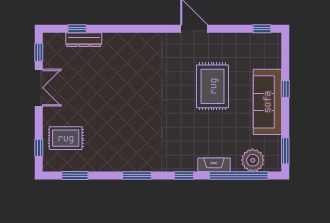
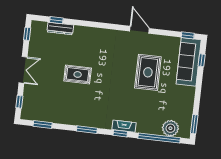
double door: (39, 88) -> (23, 70), moved
window: (285, 89) -> (202, 60), moved
sofa: (267, 102) -> (189, 62), moved
rug: (66, 138) -> (78, 74), moved
fireplace: (214, 165) -> (124, 126), moved

